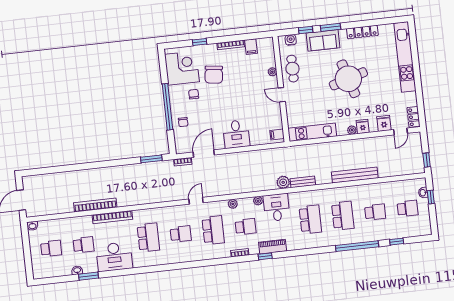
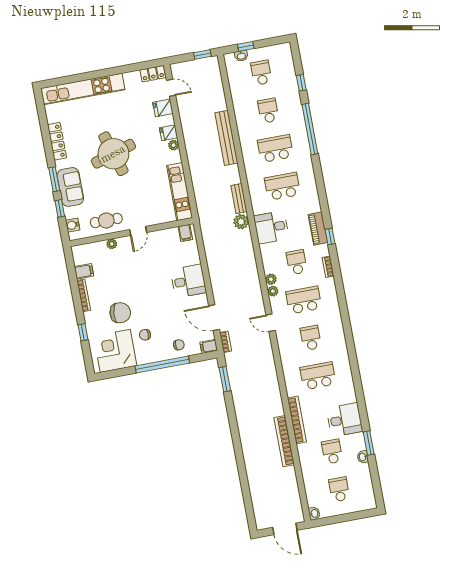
filing cabinet: (180, 147) -> (209, 346), added
plant: (258, 201) -> (273, 291), moved
desk: (114, 257) -> (345, 420), width x0.73

